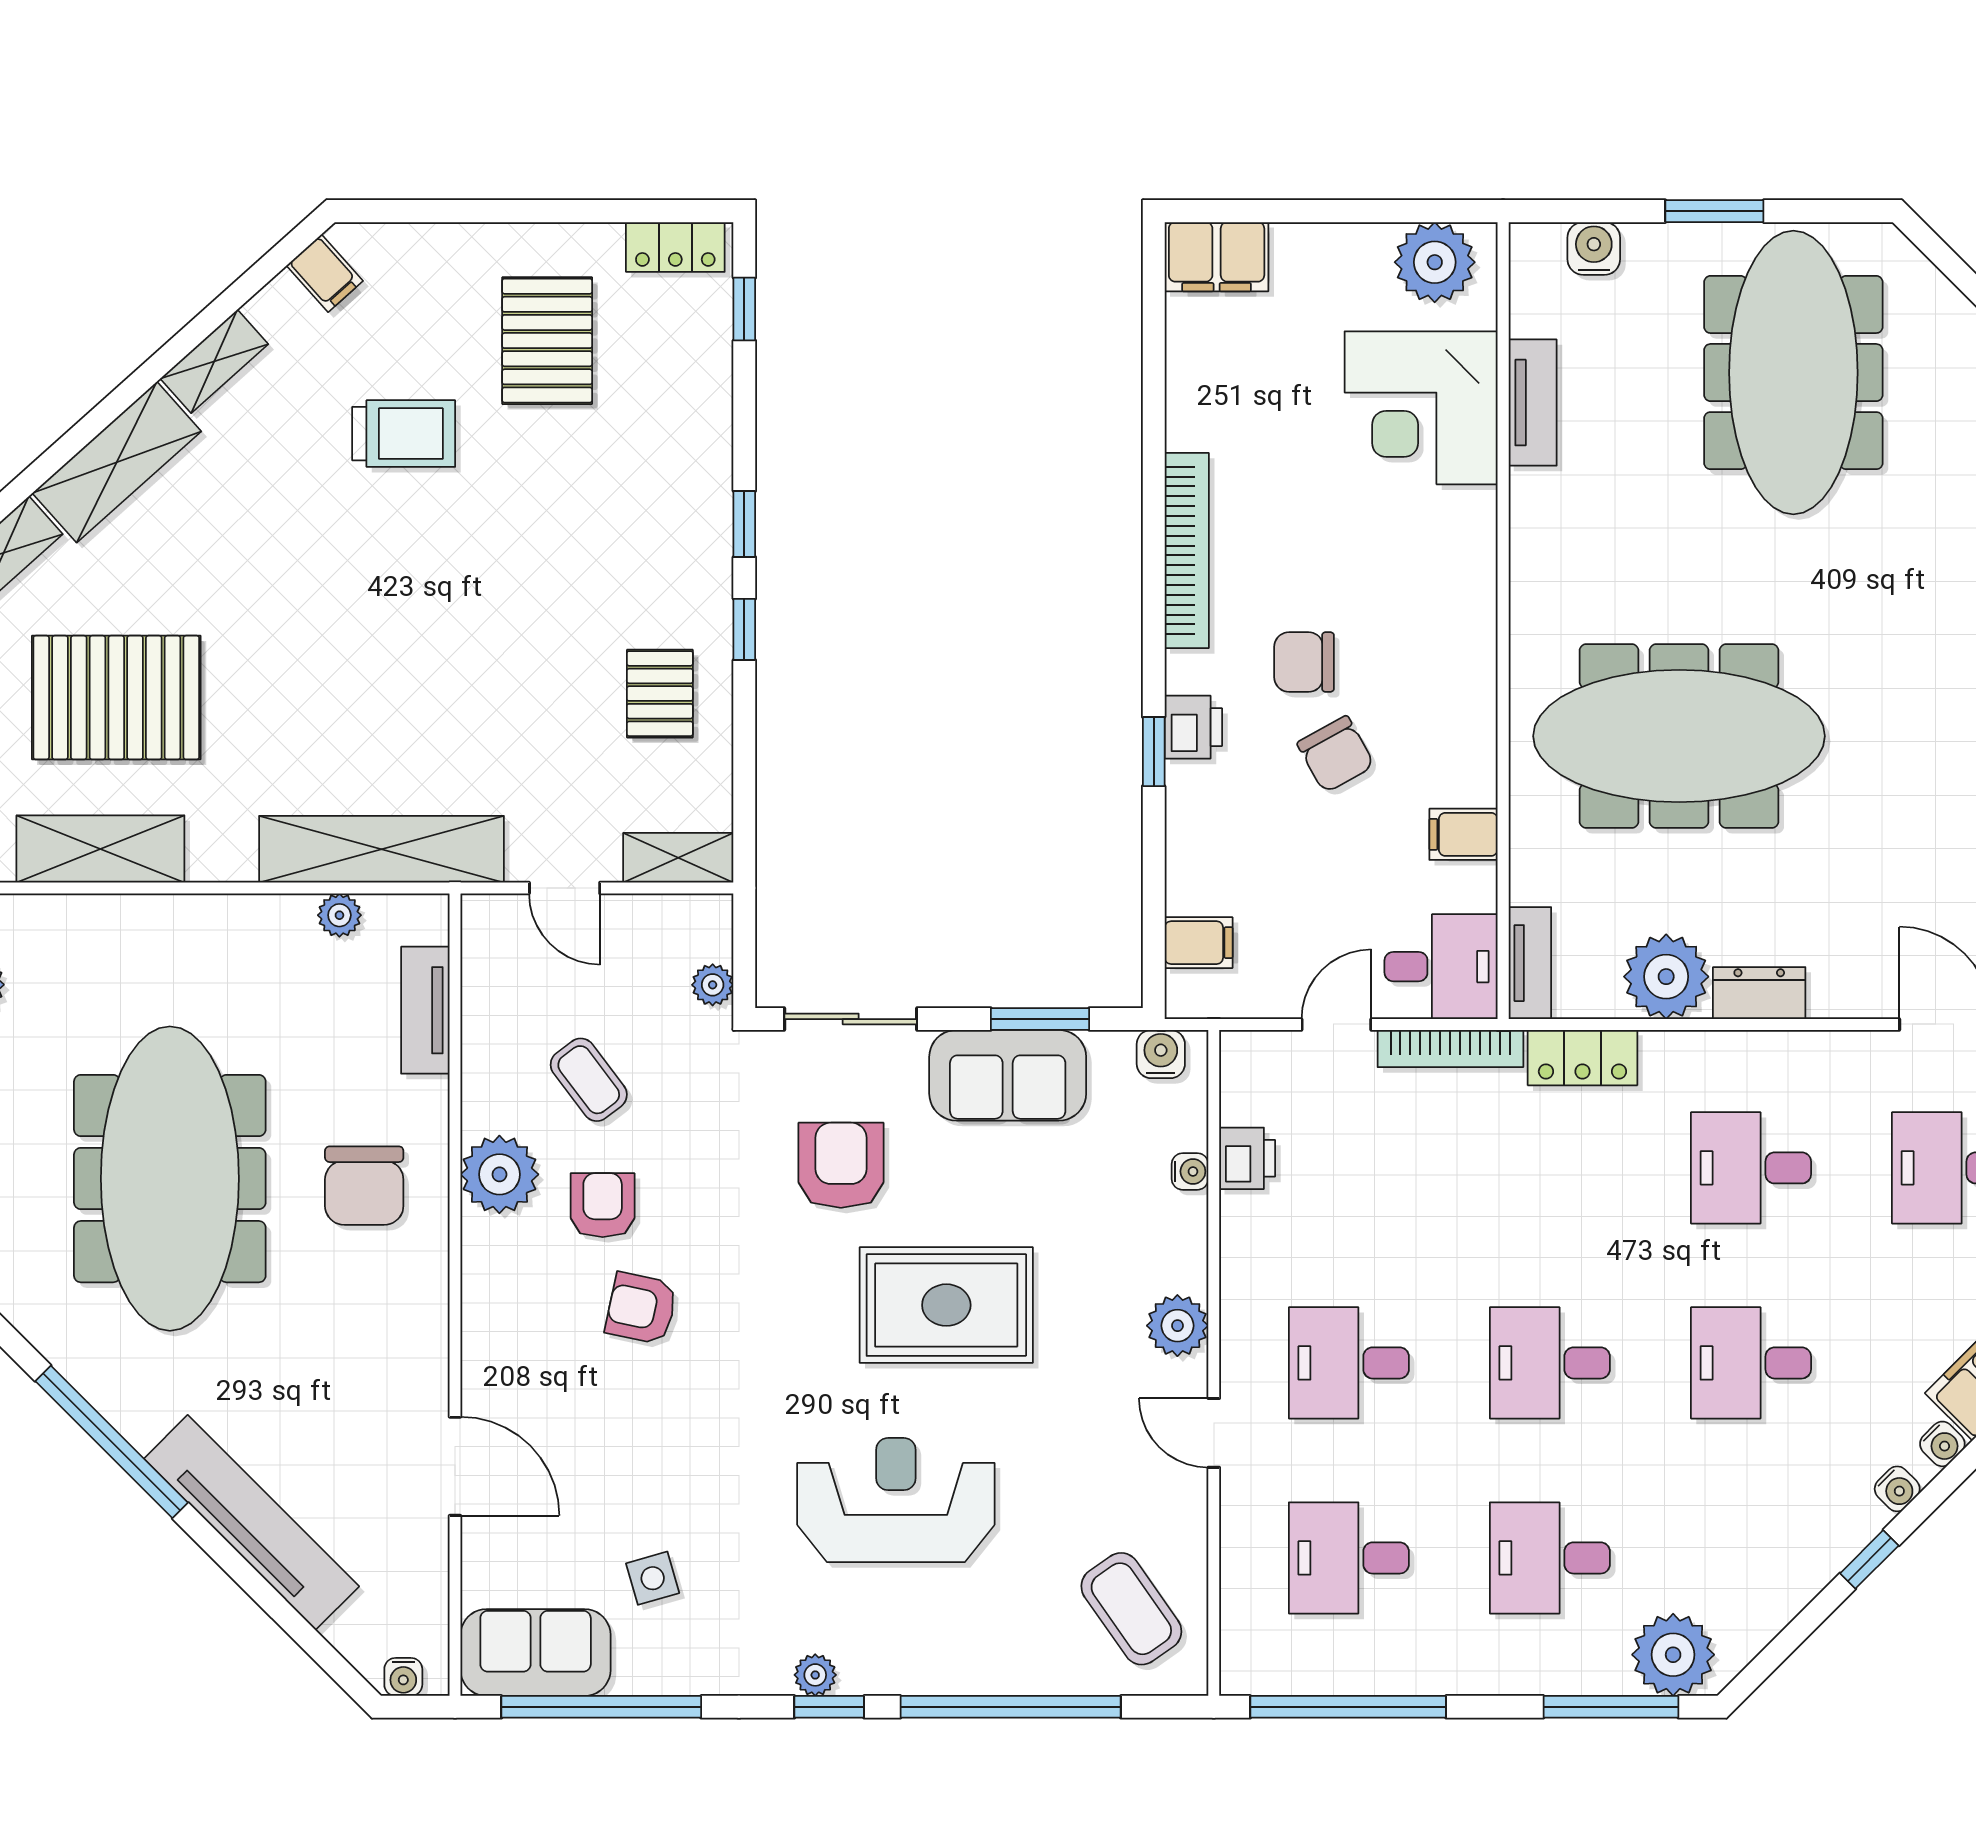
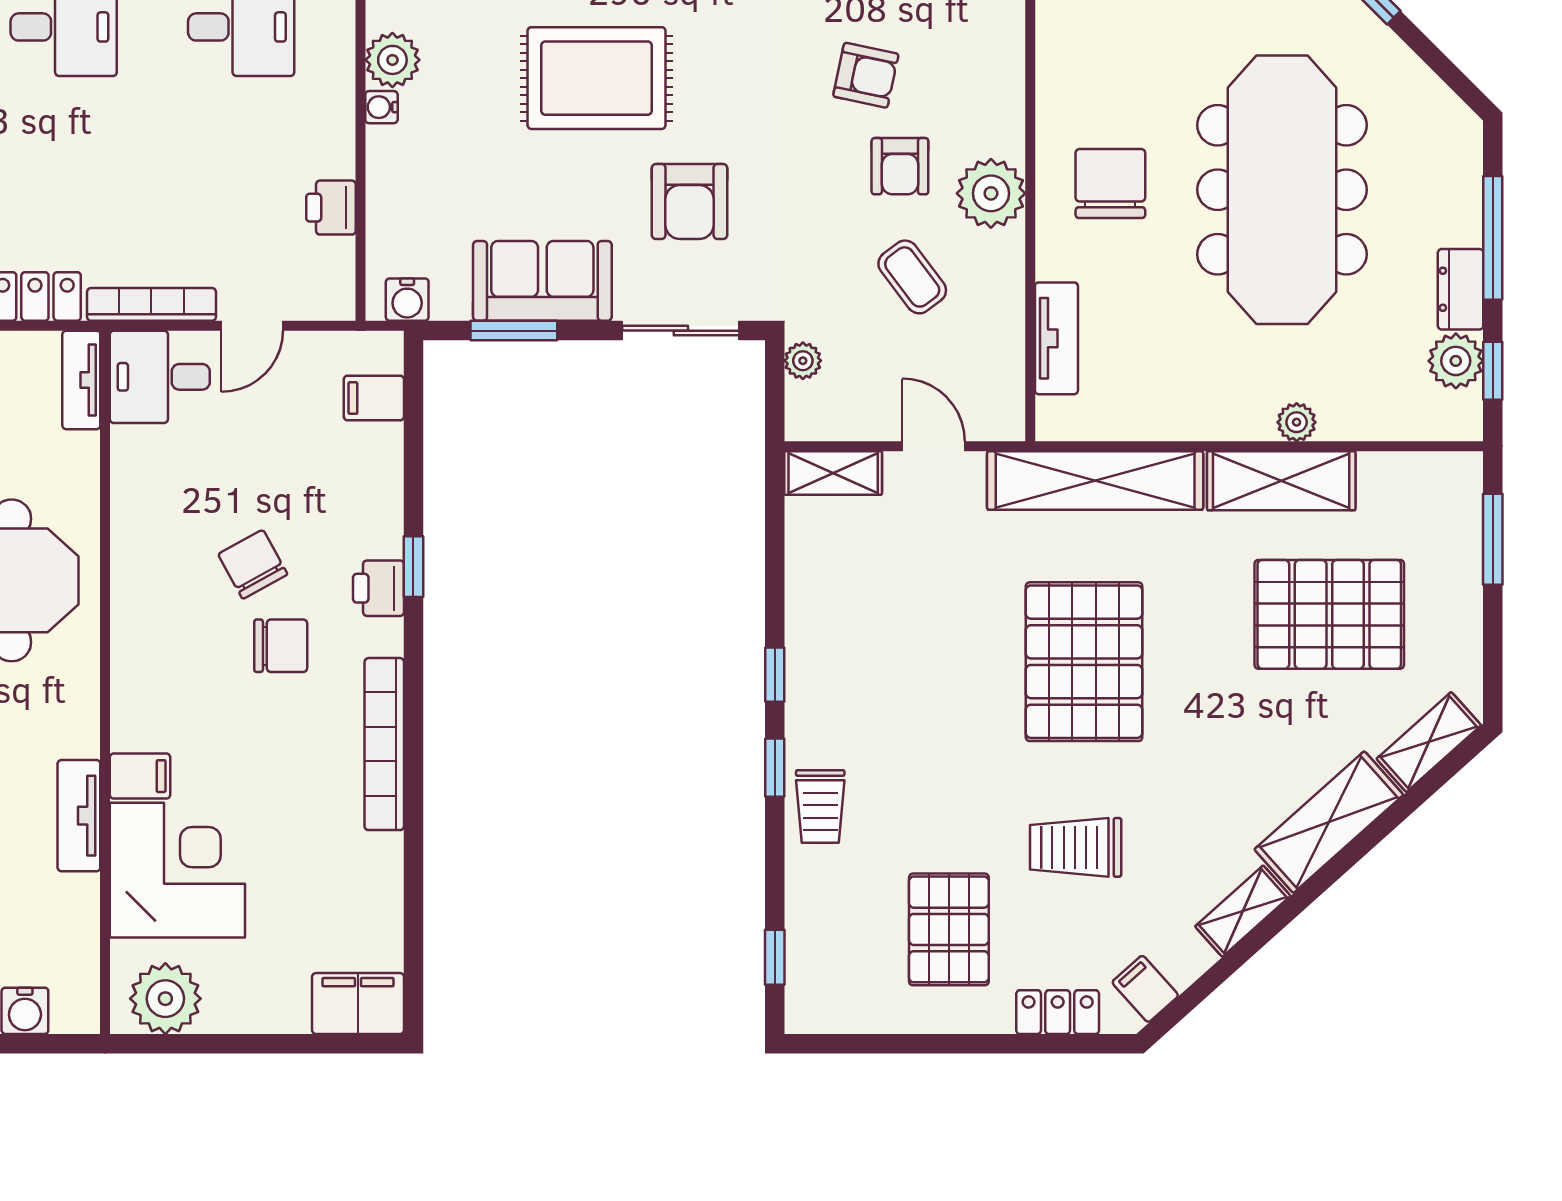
locker: (675, 247) -> (1058, 1012), moved
tv unit: (1533, 403) -> (79, 816), moved
trolley: (693, 480) -> (820, 806), added
pallet: (660, 694) -> (1084, 662), moved, width x2.05, depth x2.00
filing cabinet: (1463, 834) -> (140, 776), moved
shelving: (100, 849) -> (1281, 481), moved
plant: (339, 915) -> (1297, 422), moved
water cooler: (1190, 1171) -> (381, 107), moved

